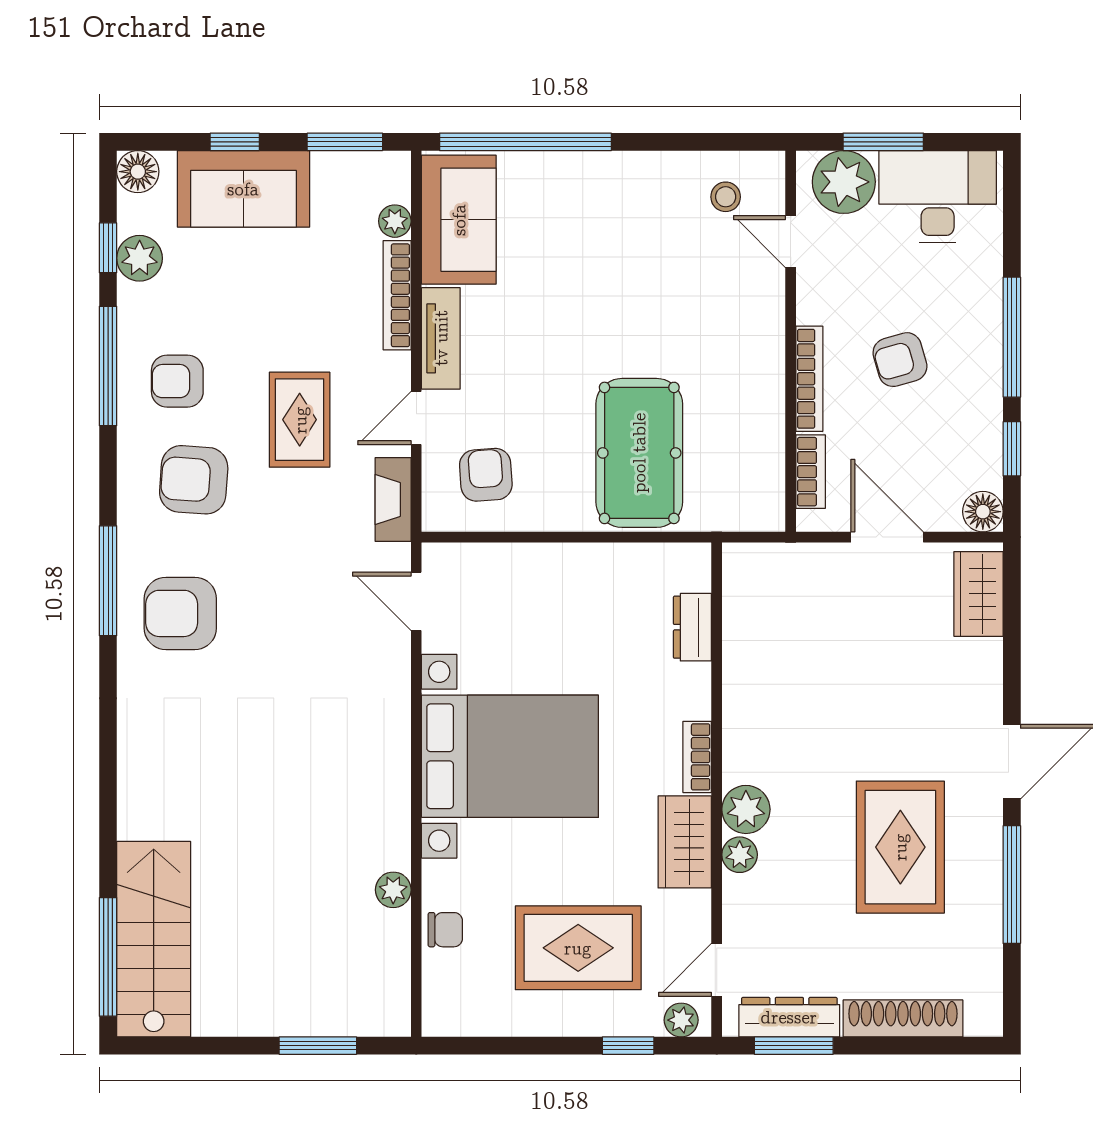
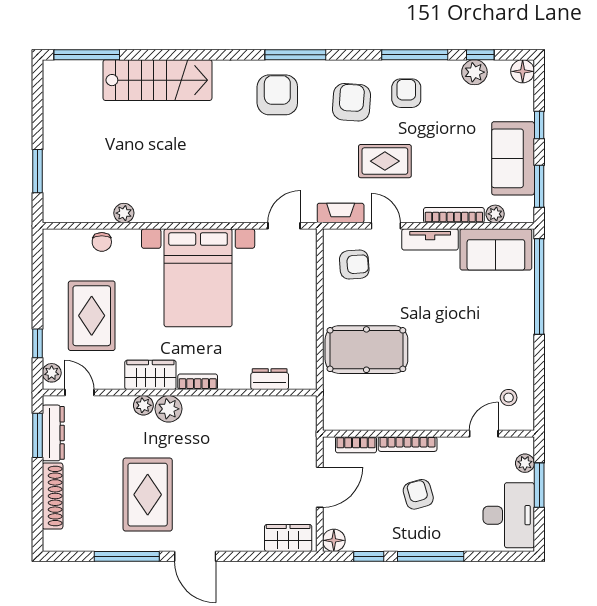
plant: (844, 182) -> (525, 463), width x0.53, depth x0.53
sofa: (243, 189) -> (513, 158), moved
rug: (900, 847) -> (148, 495), turned 90
stairs: (154, 939) -> (158, 80), moved

